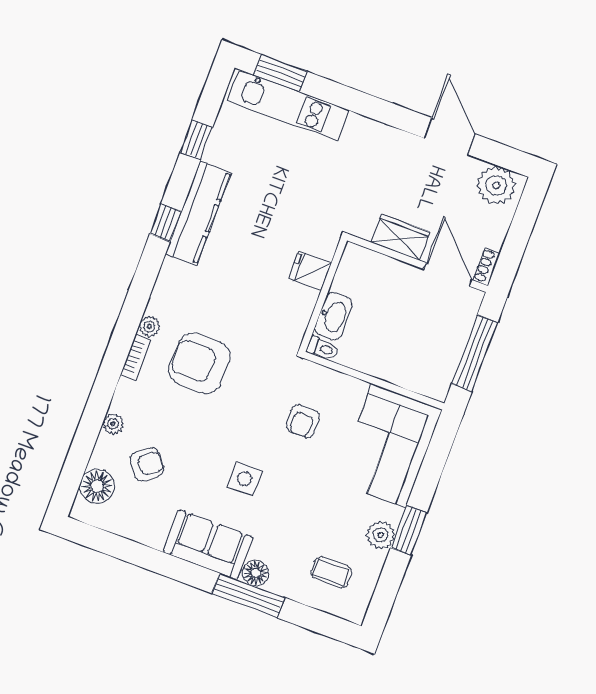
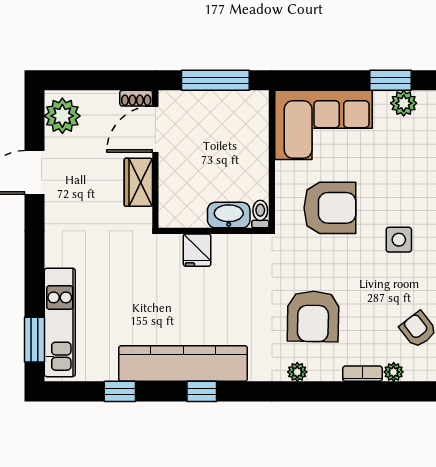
kitchen counter: (198, 213) -> (183, 363), width x1.39, depth x1.17
bookcase: (136, 357) -> (363, 374), moved
armchair: (303, 421) -> (330, 208), width x1.88, depth x1.88

